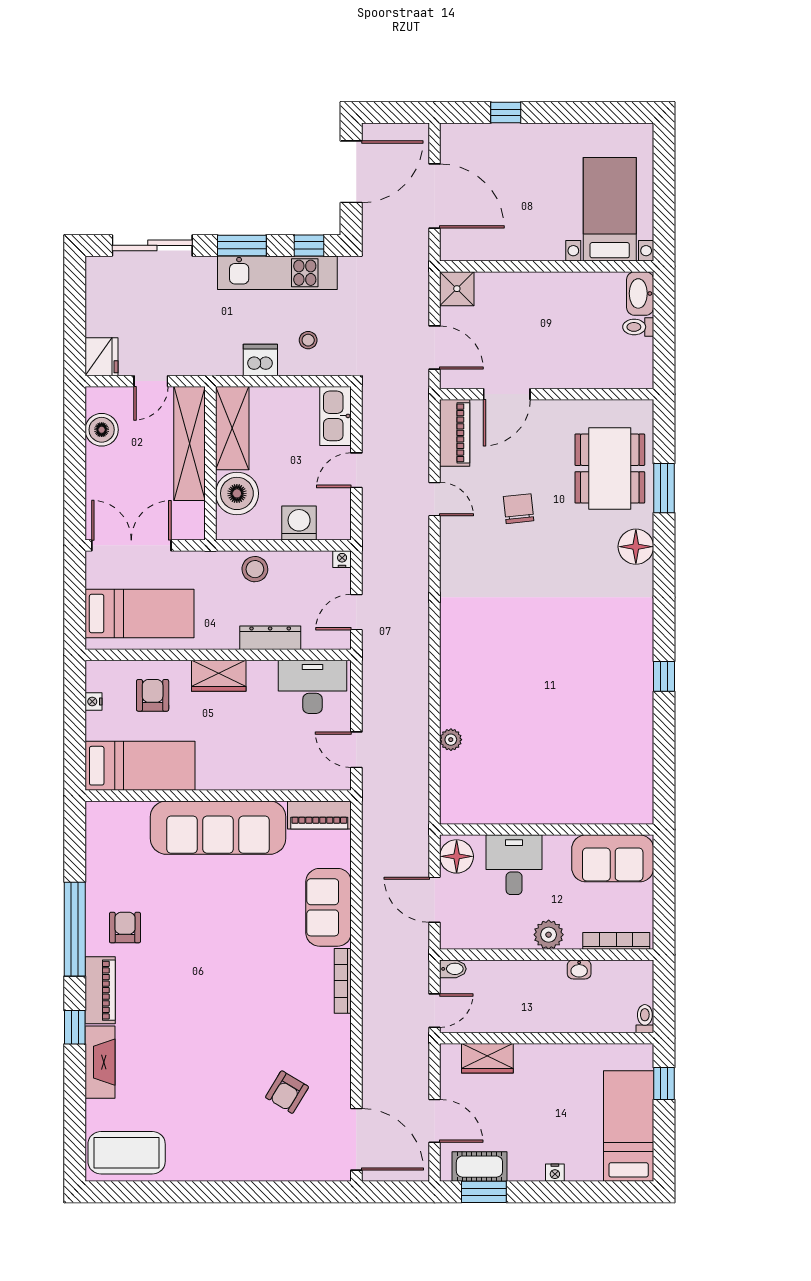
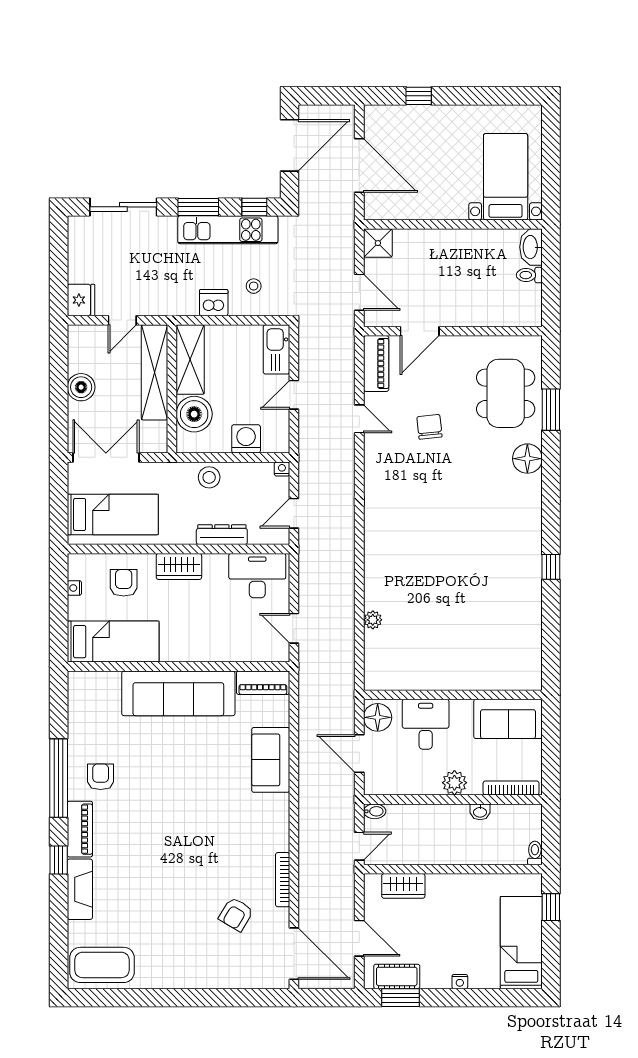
boiler: (102, 430) -> (81, 387), moved
bookcase: (343, 981) -> (283, 880), moved

